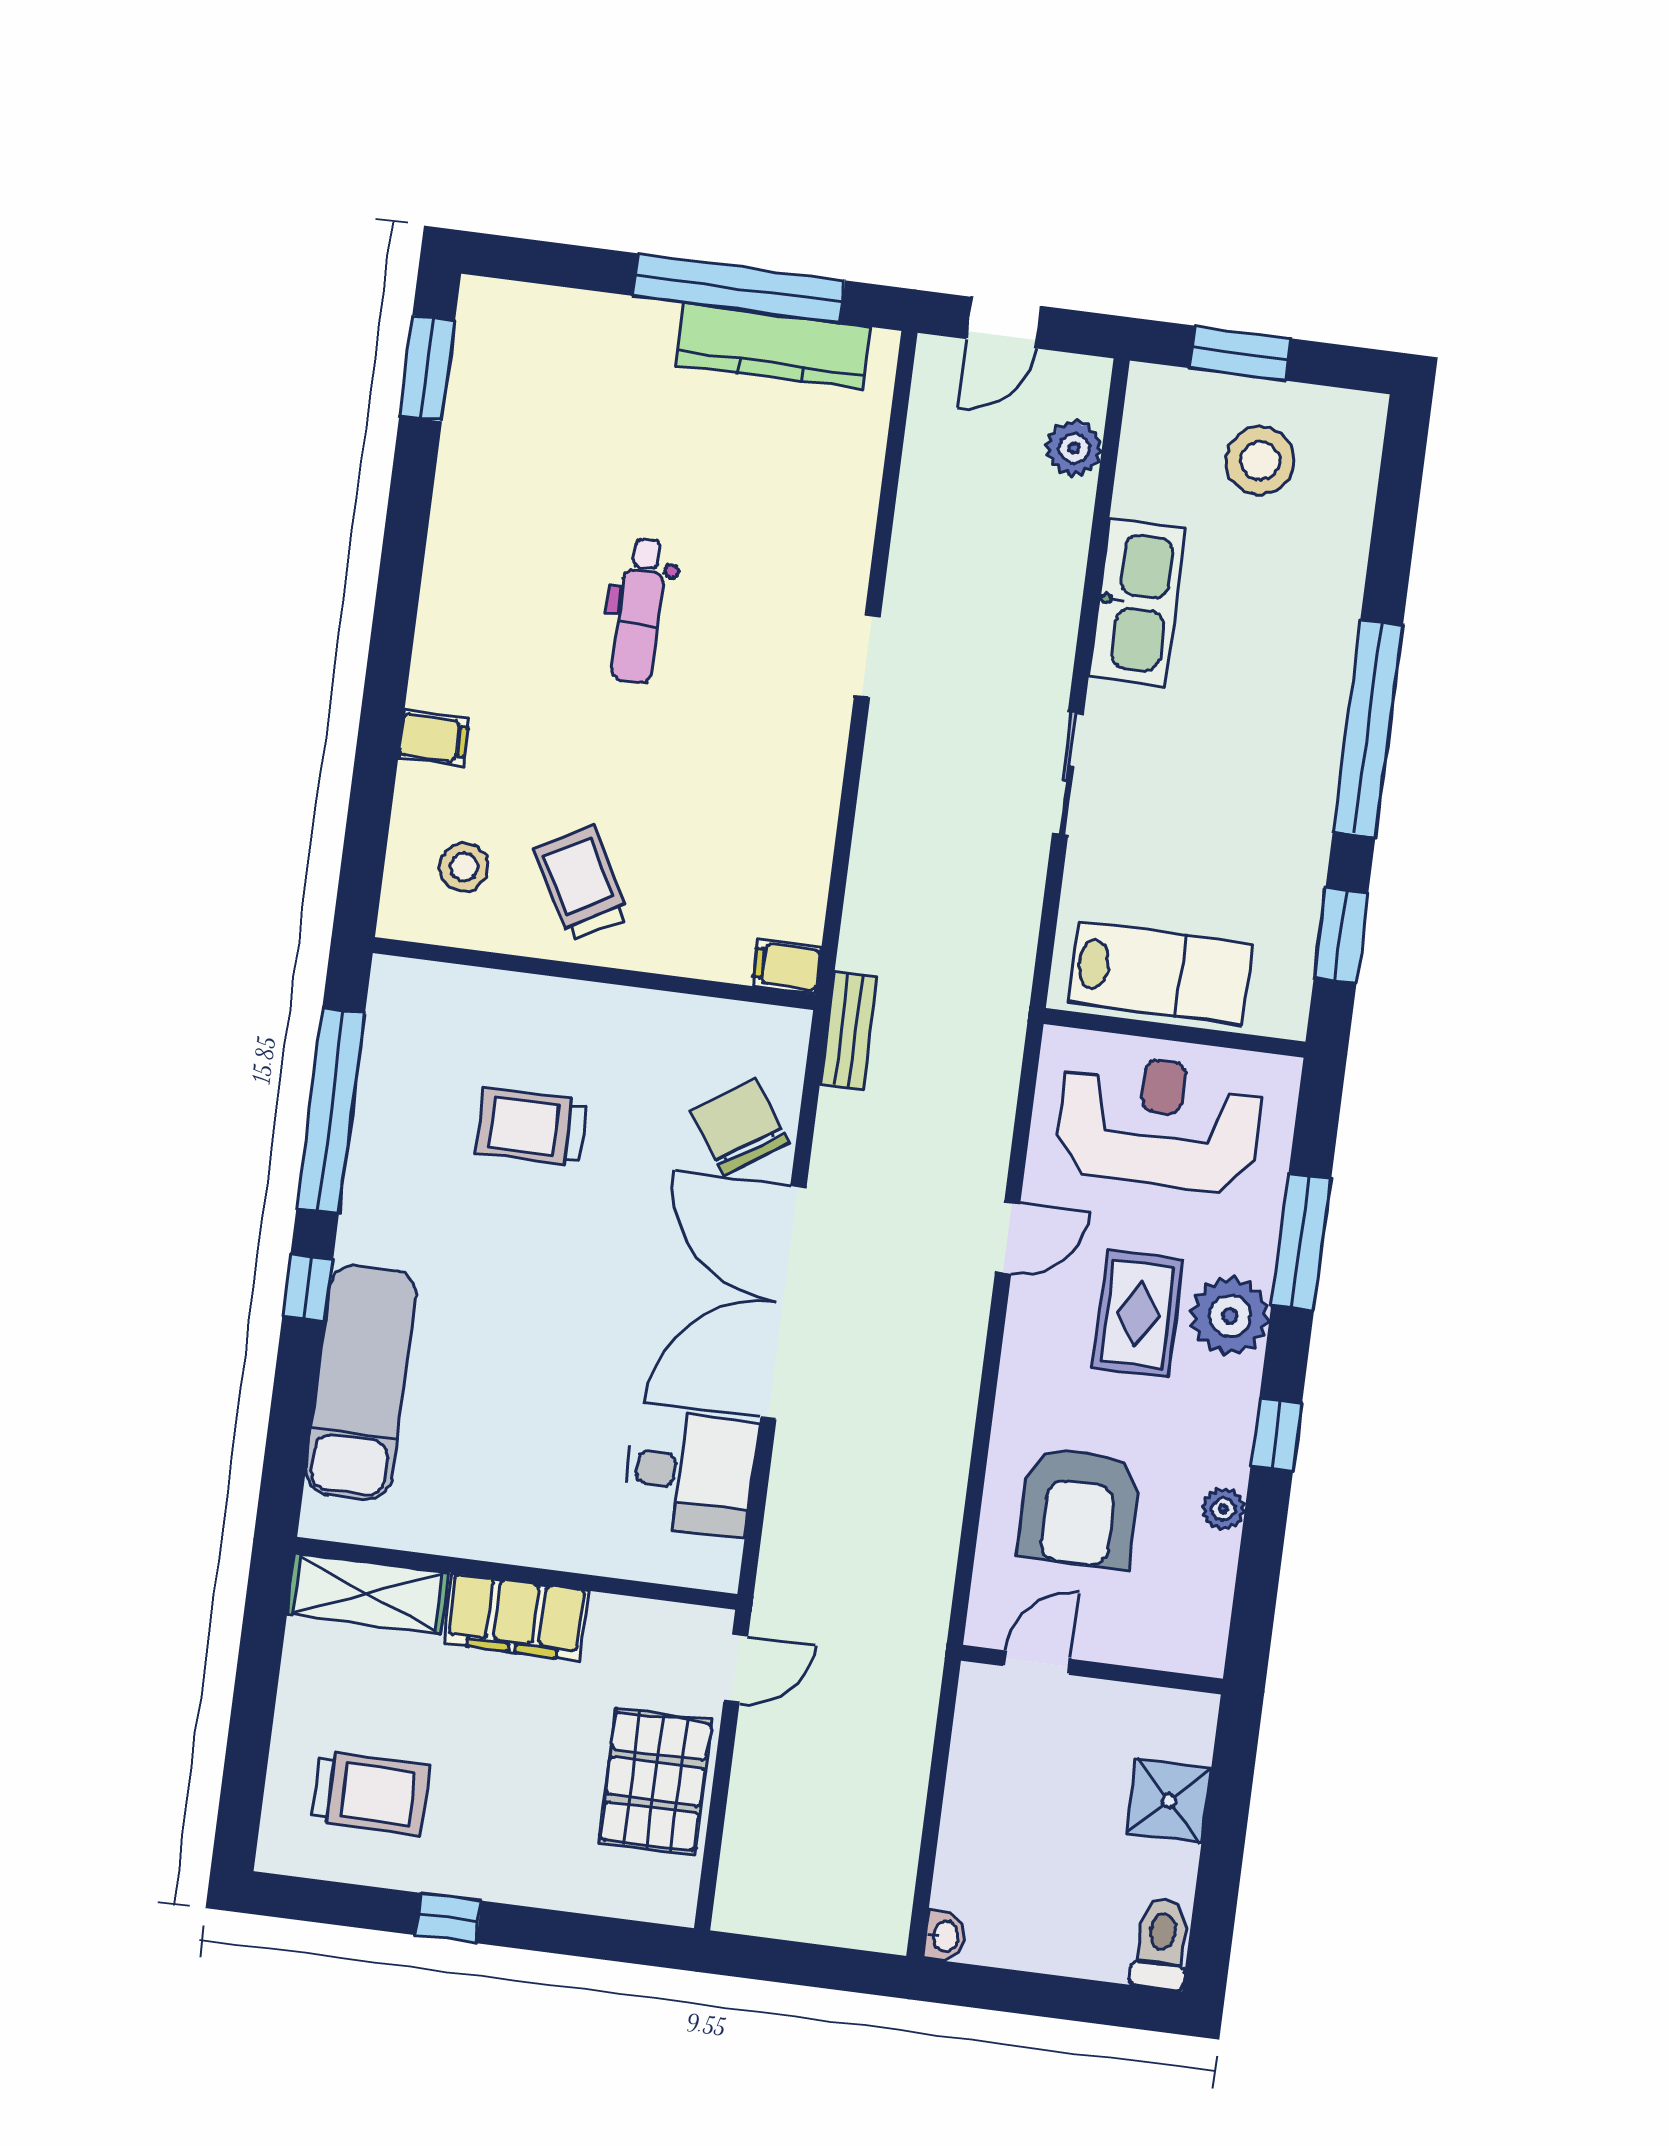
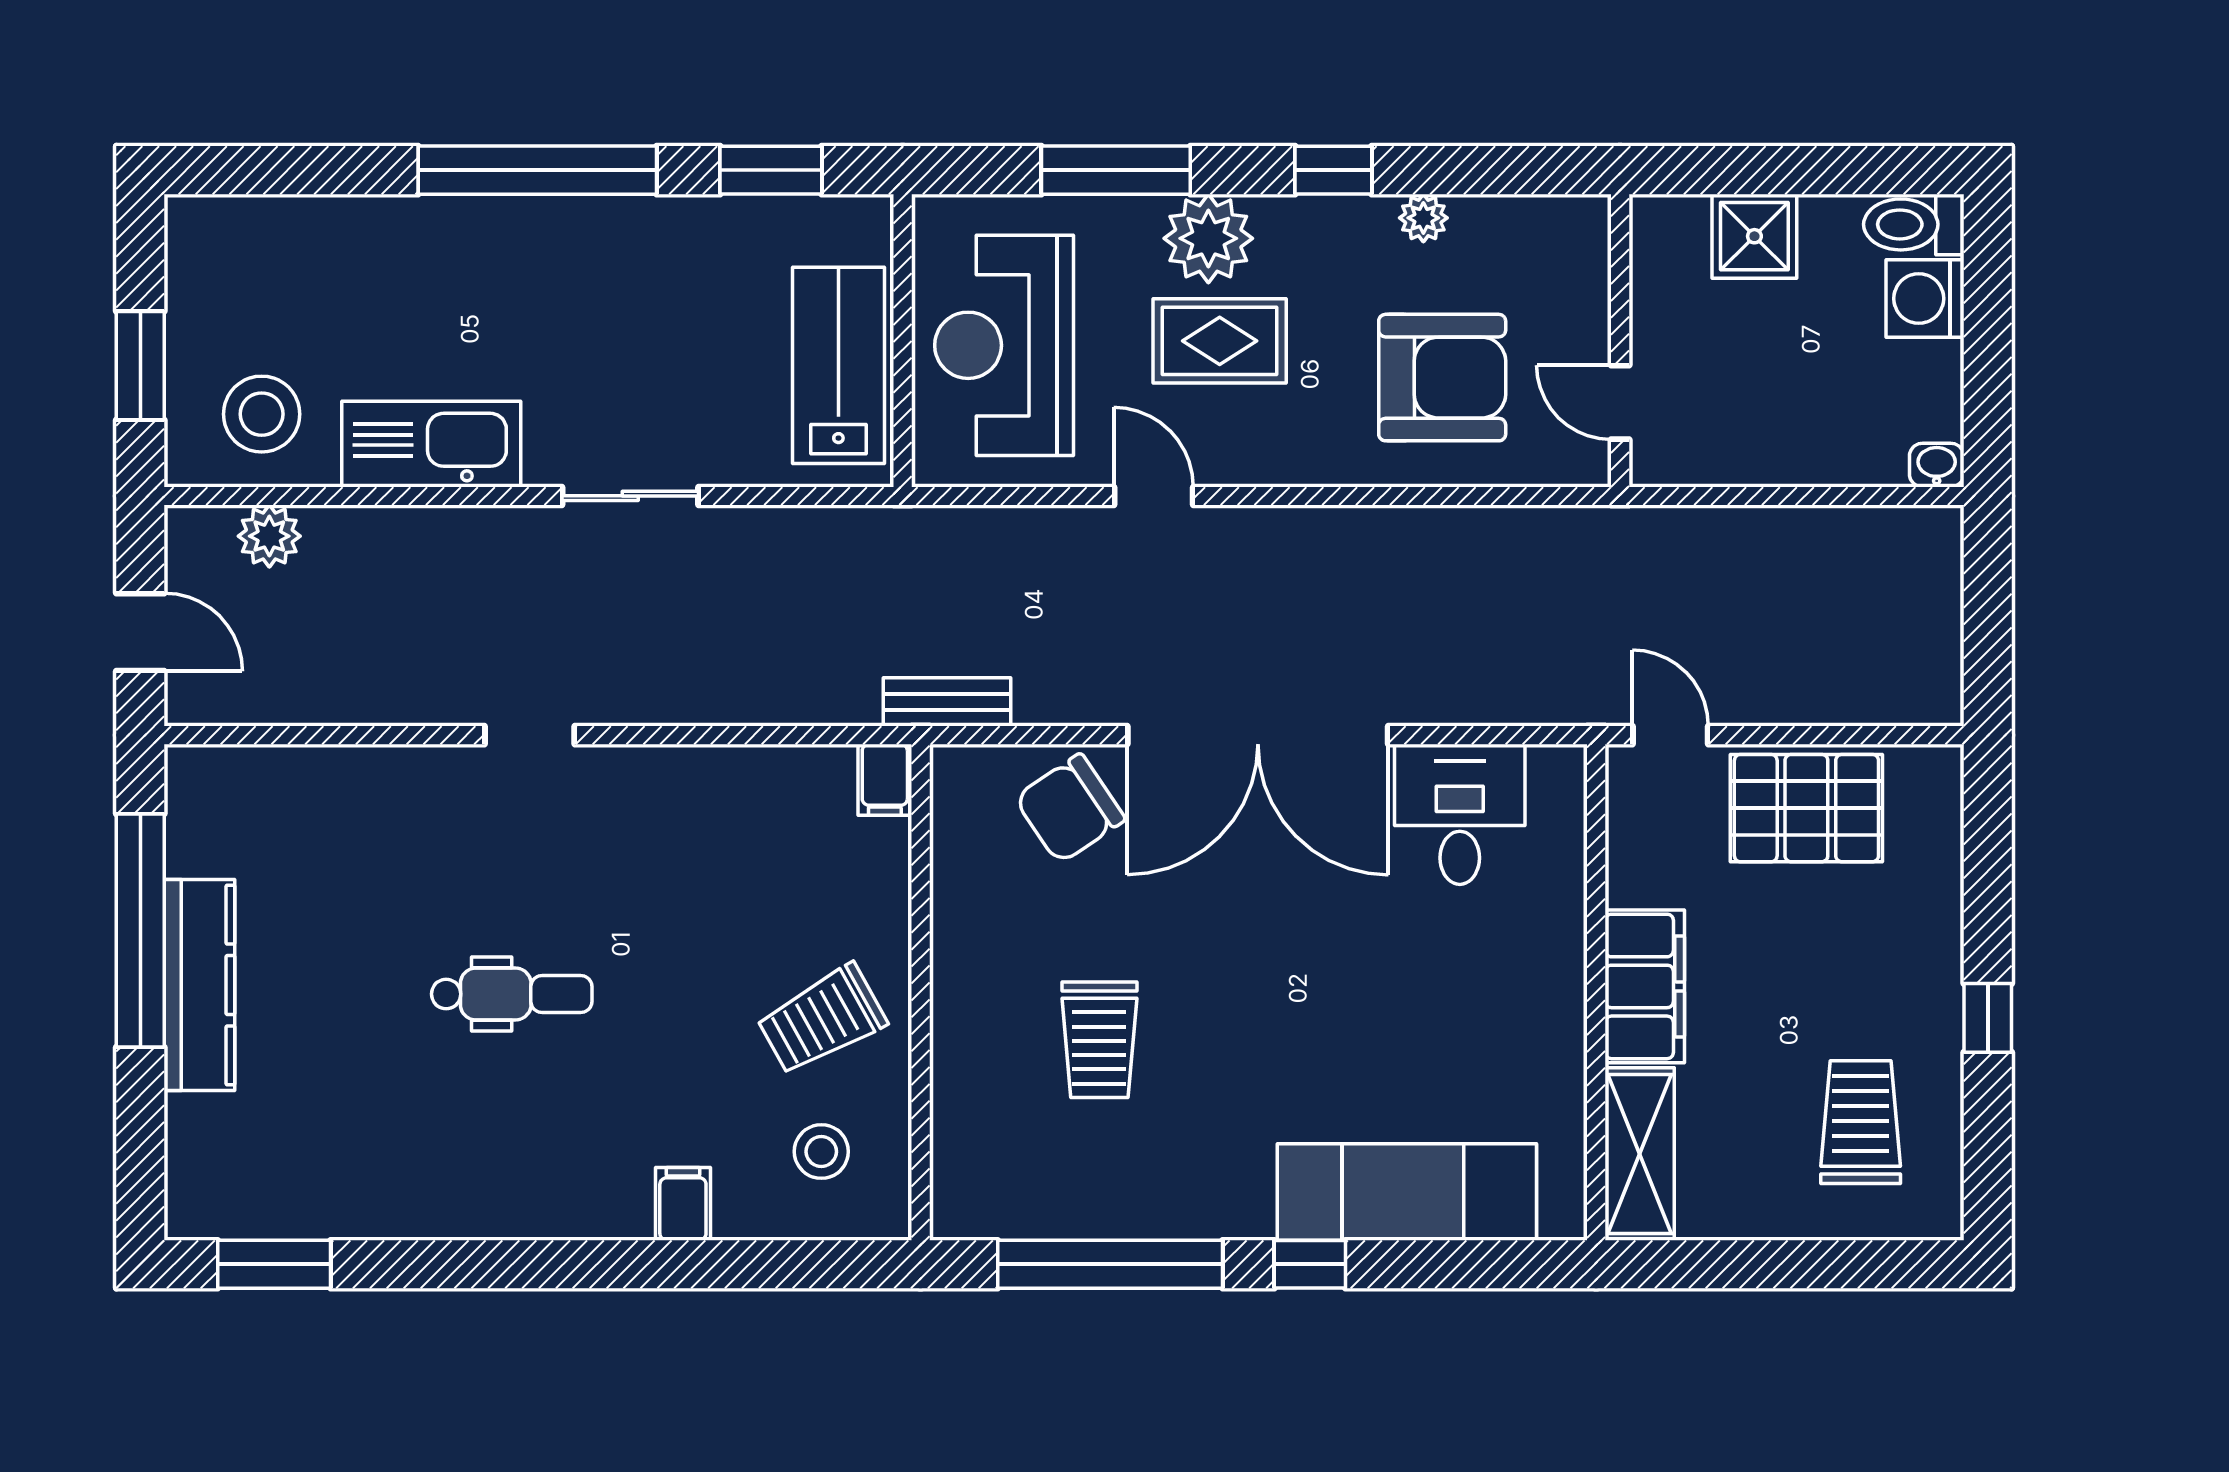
kitchen counter: (774, 346) -> (199, 985), moved
stool: (1260, 461) -> (262, 414), moved
washing machine: (1094, 1945) -> (1925, 299), added

